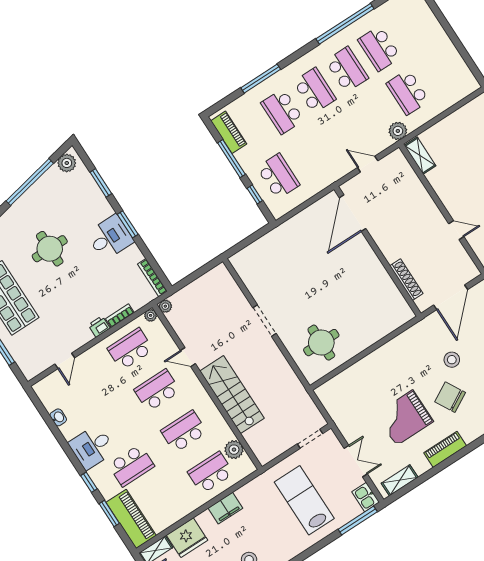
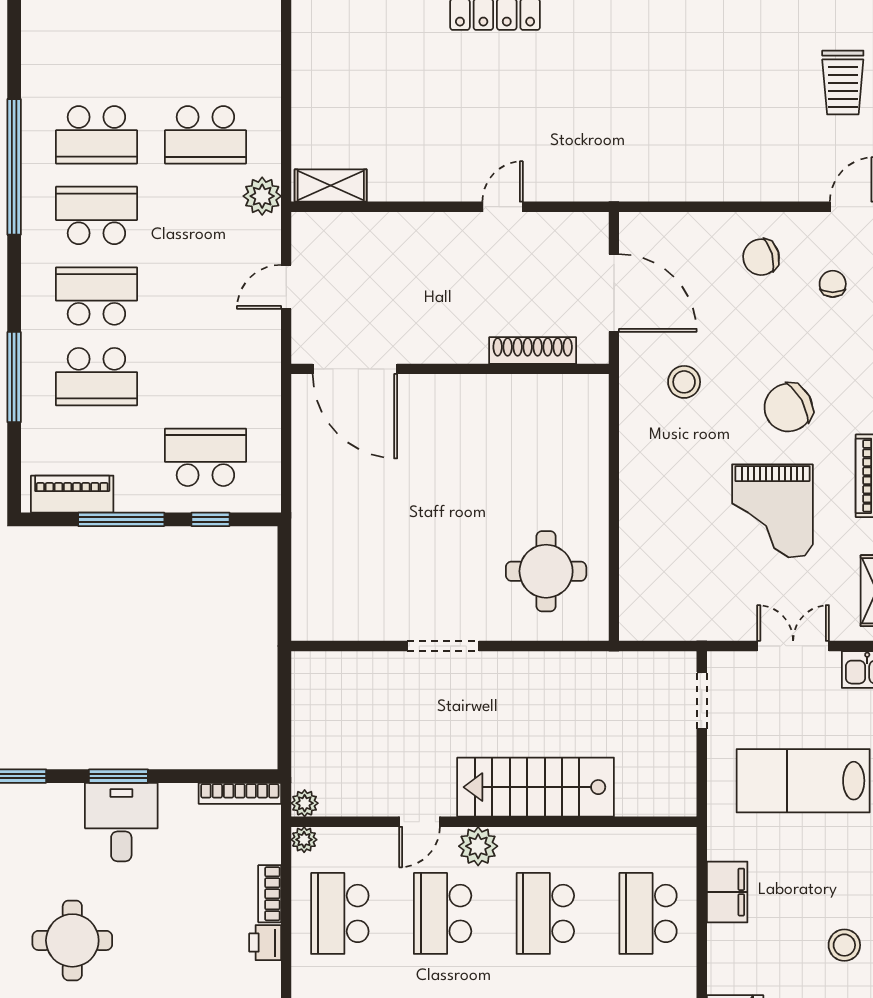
stool: (452, 360) -> (684, 382), moved
plant: (234, 450) -> (478, 846), moved
filing cabinet: (225, 508) -> (727, 892), moved

